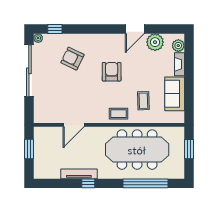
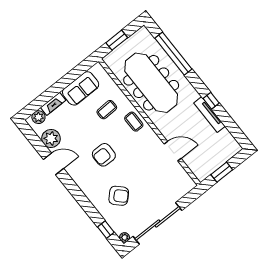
armchair: (72, 59) -> (119, 196), turned -71

